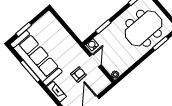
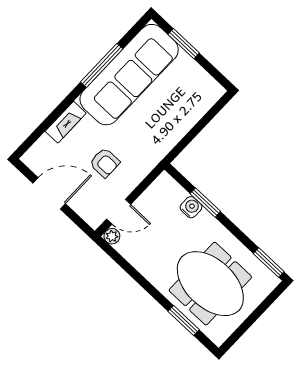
water cooler: (92, 45) -> (191, 207), moved
door: (95, 61) -> (119, 212), moved

